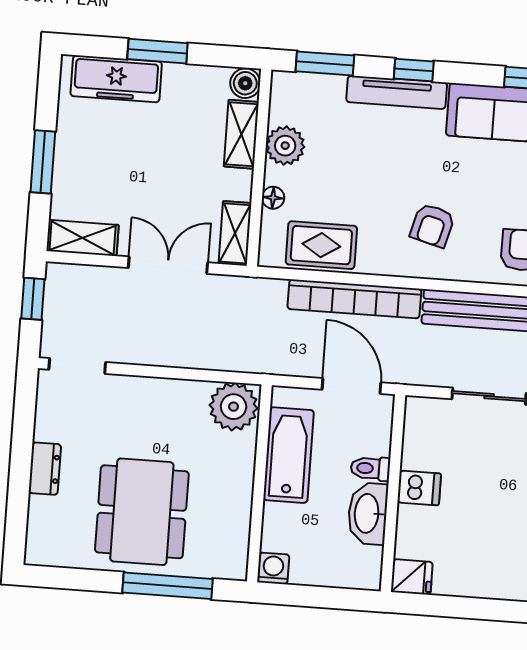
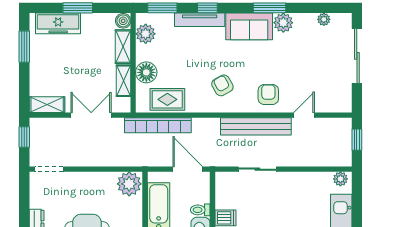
plant: (285, 146) -> (146, 34), moved
window: (43, 162) -> (24, 47), moved
floor lamp: (273, 198) -> (146, 72), width x1.89, depth x1.89
armchair: (432, 225) -> (222, 85), turned 136
shelving: (235, 233) -> (124, 81), moved
bookcase: (354, 299) -> (158, 125), moved

